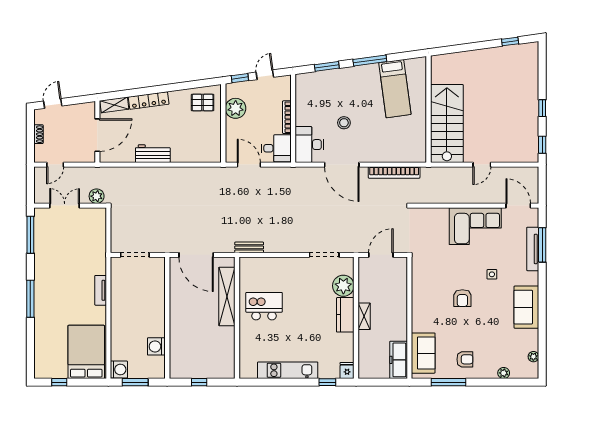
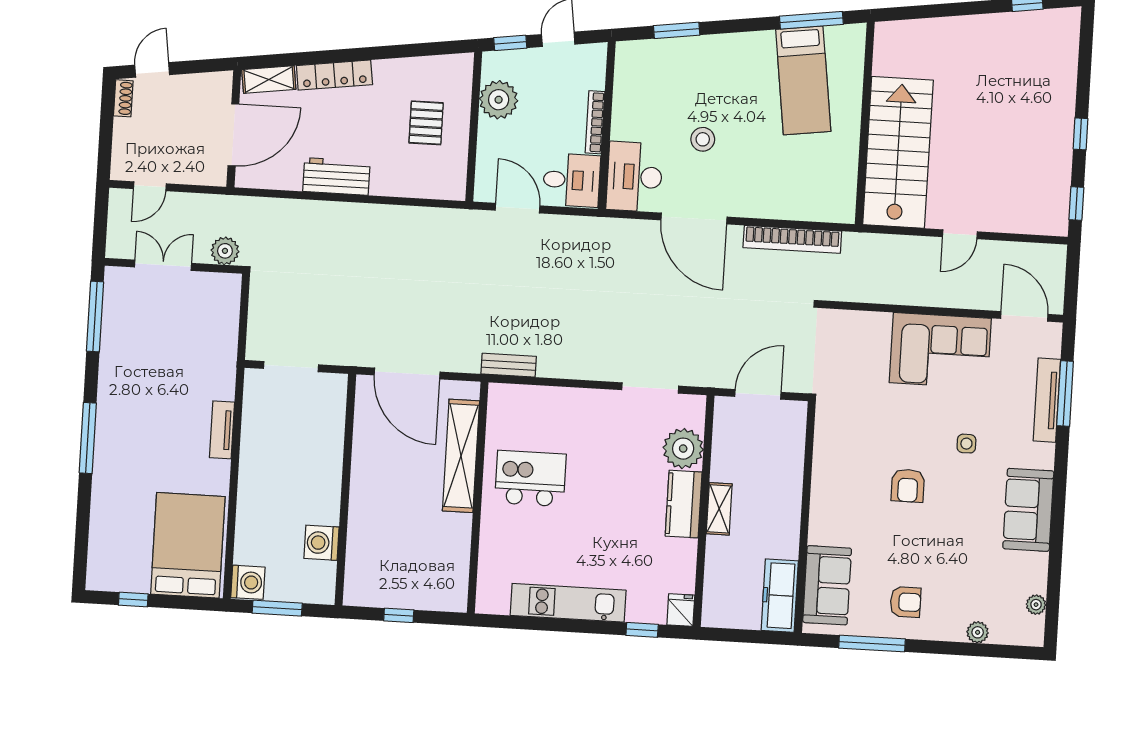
window: (370, 61) -> (811, 20), moved
pallet: (203, 102) -> (426, 123), moved, turned 90
shoe rack: (38, 134) -> (123, 98), moved

